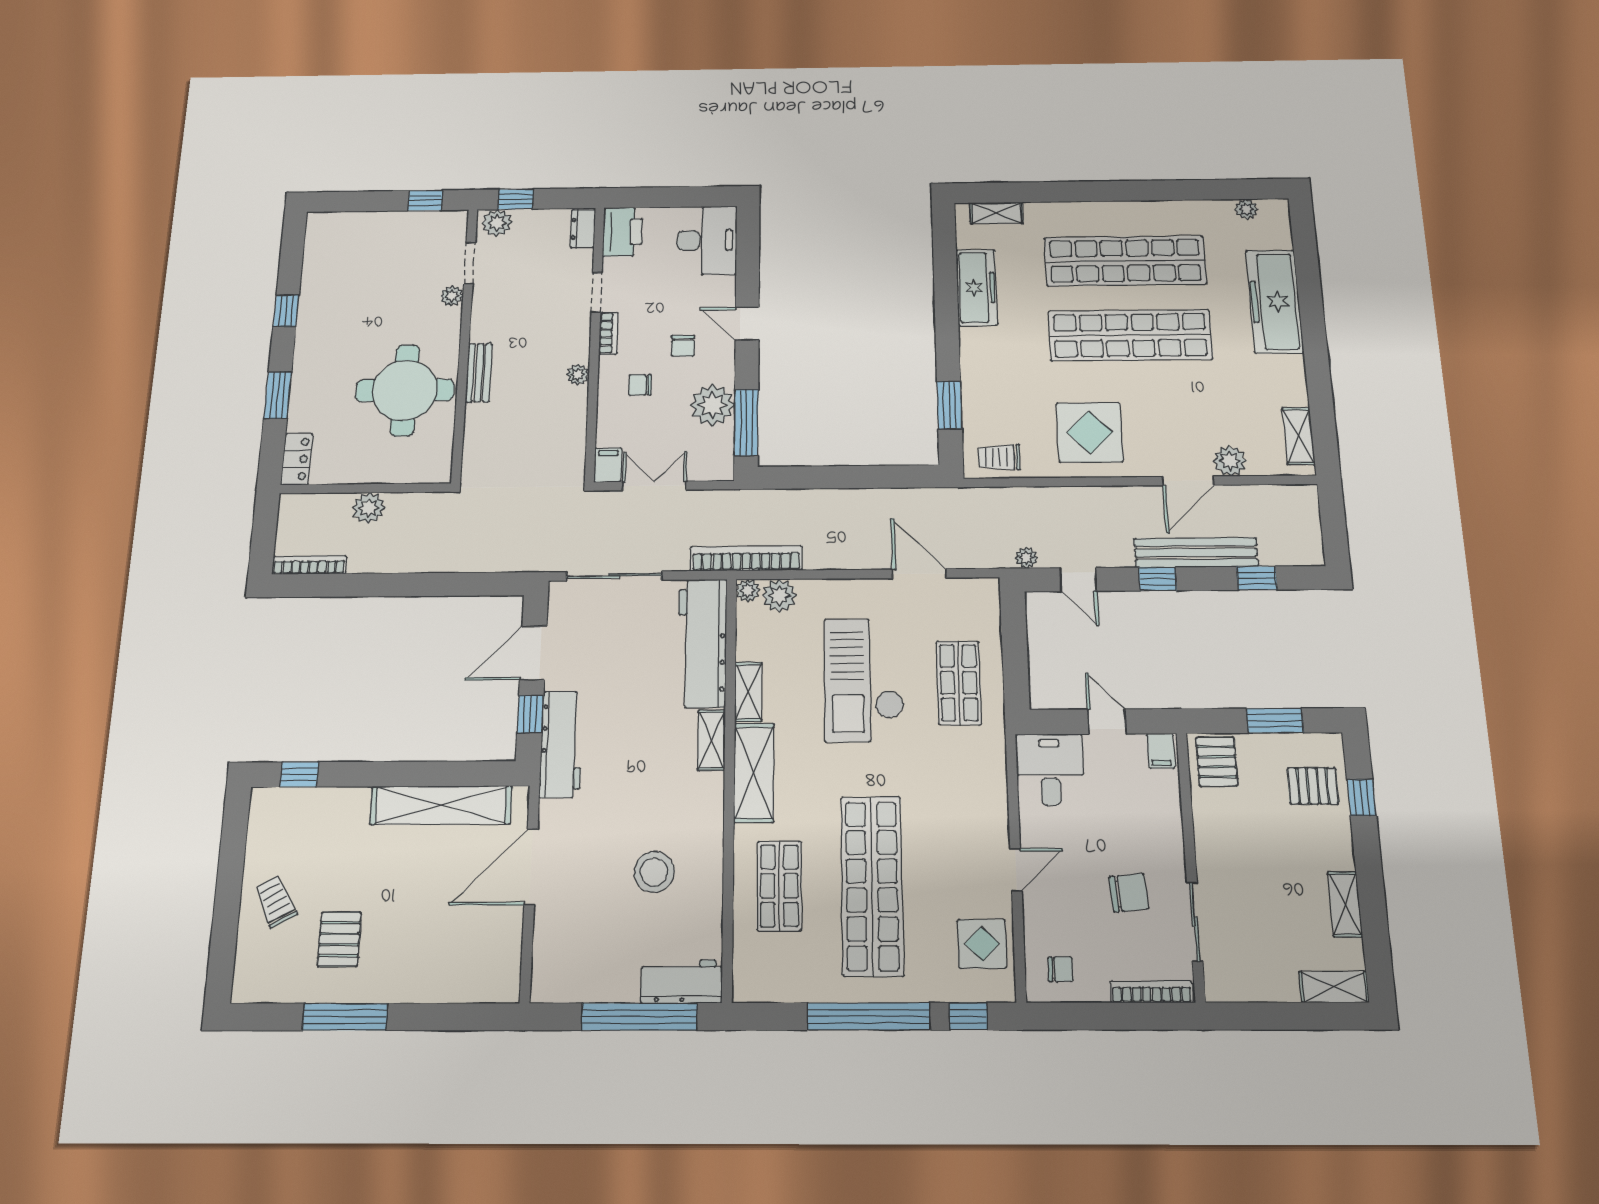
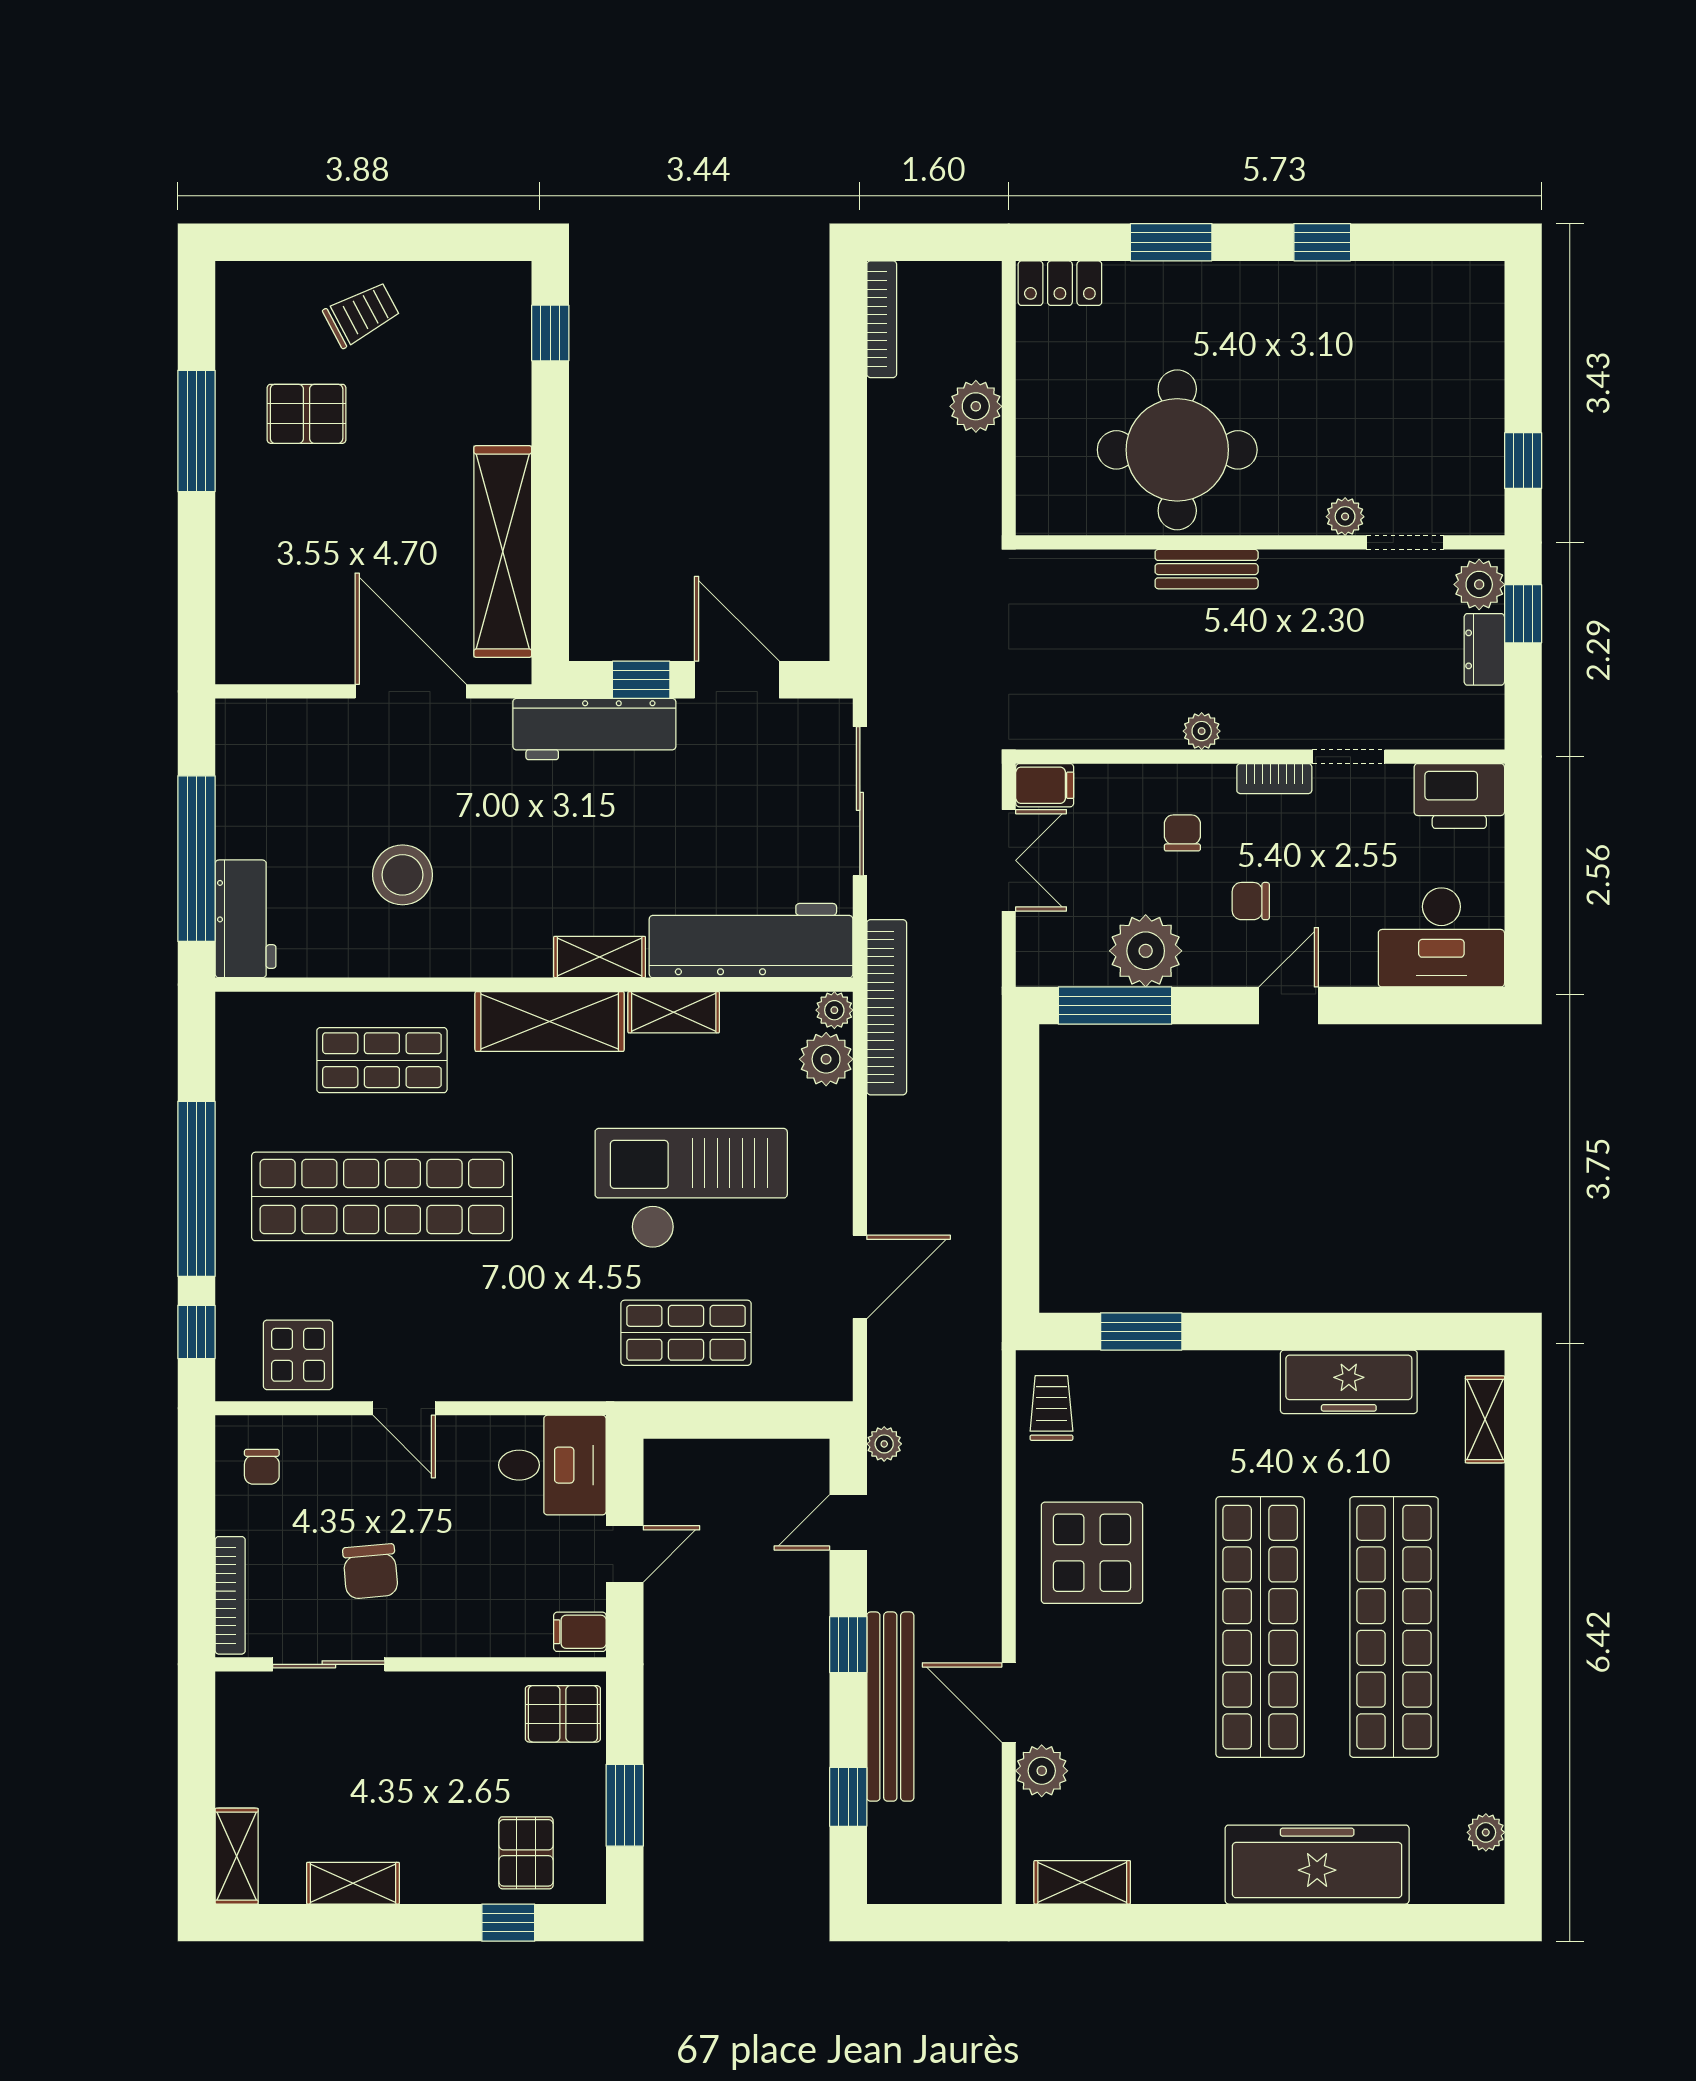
dresser: (583, 229) -> (1484, 649), moved, turned -90

